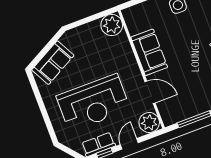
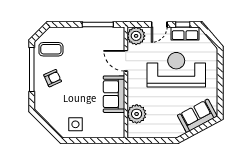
plant: (112, 25) -> (137, 114), moved

